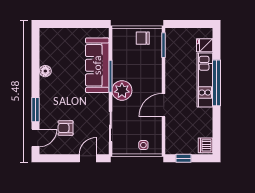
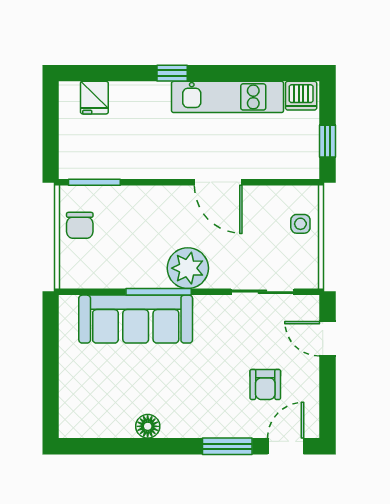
kitchen unit: (205, 80) -> (228, 97), moved
window: (216, 83) -> (172, 73), width x0.32
door: (36, 138) -> (286, 446), hinge flipped

